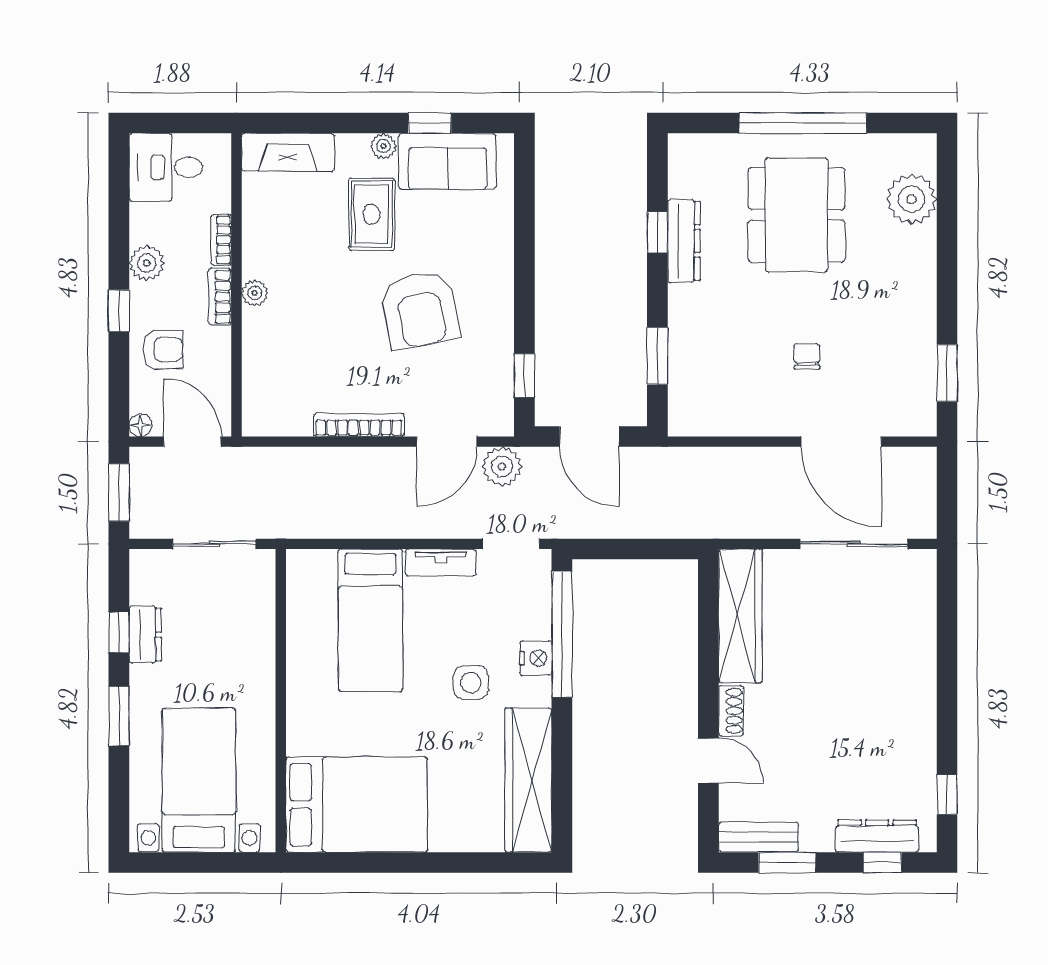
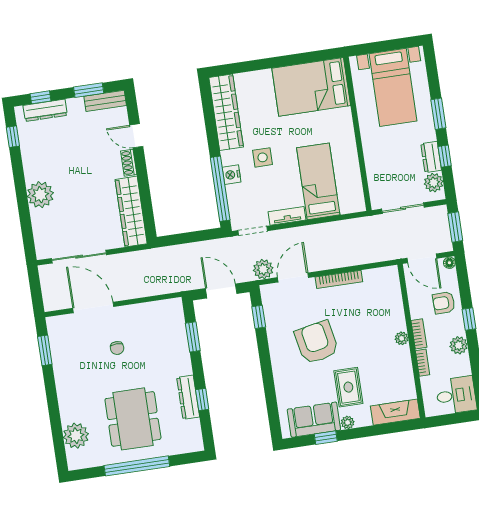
plant: (148, 584) -> (434, 183), added
plant: (911, 675) -> (40, 195), added

